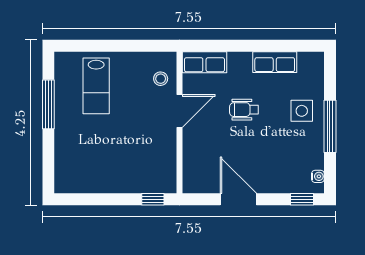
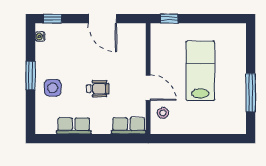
lab bench: (96, 86) -> (200, 71), moved, width x1.36, depth x1.39
door: (179, 111) -> (148, 88), swing flipped
window: (330, 126) -> (31, 76), width x0.69

